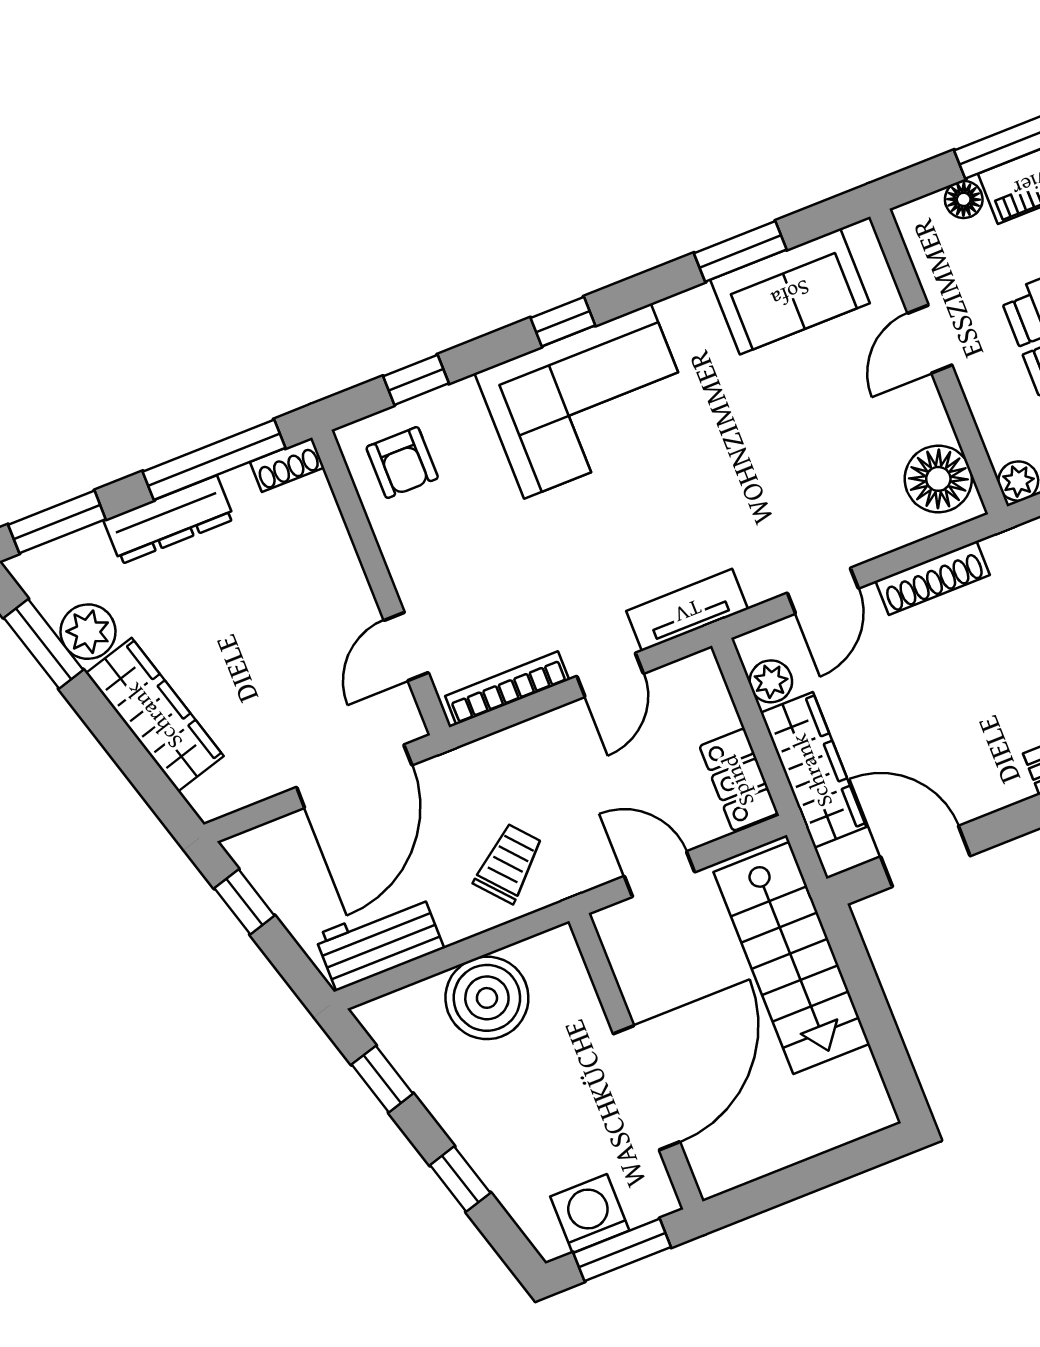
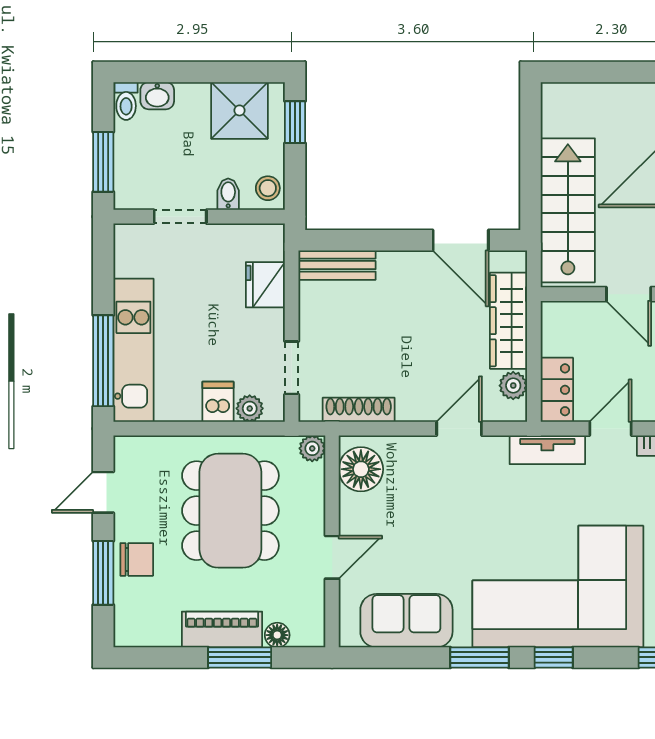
window: (740, 251) -> (480, 657), moved
corner sofa: (587, 401) -> (558, 587), width x1.36, depth x1.36
shoe rack: (933, 578) -> (359, 410), moved
locker: (739, 780) -> (557, 390), moved

